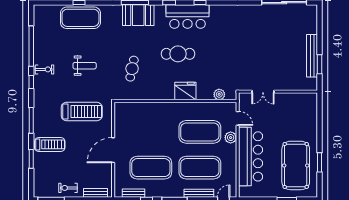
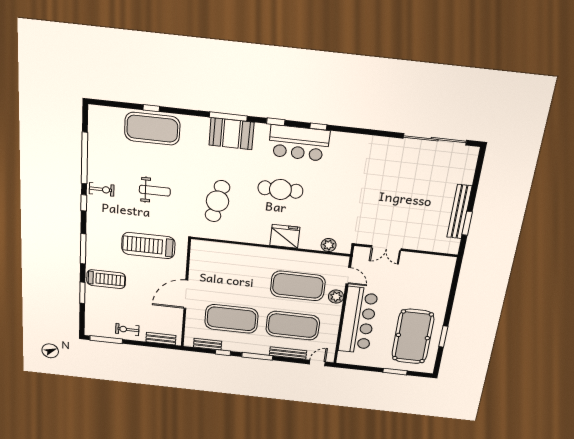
cafe table: (132, 69) -> (217, 201), width x1.37, depth x1.35
treadmill: (82, 111) -> (148, 246), turned 180

